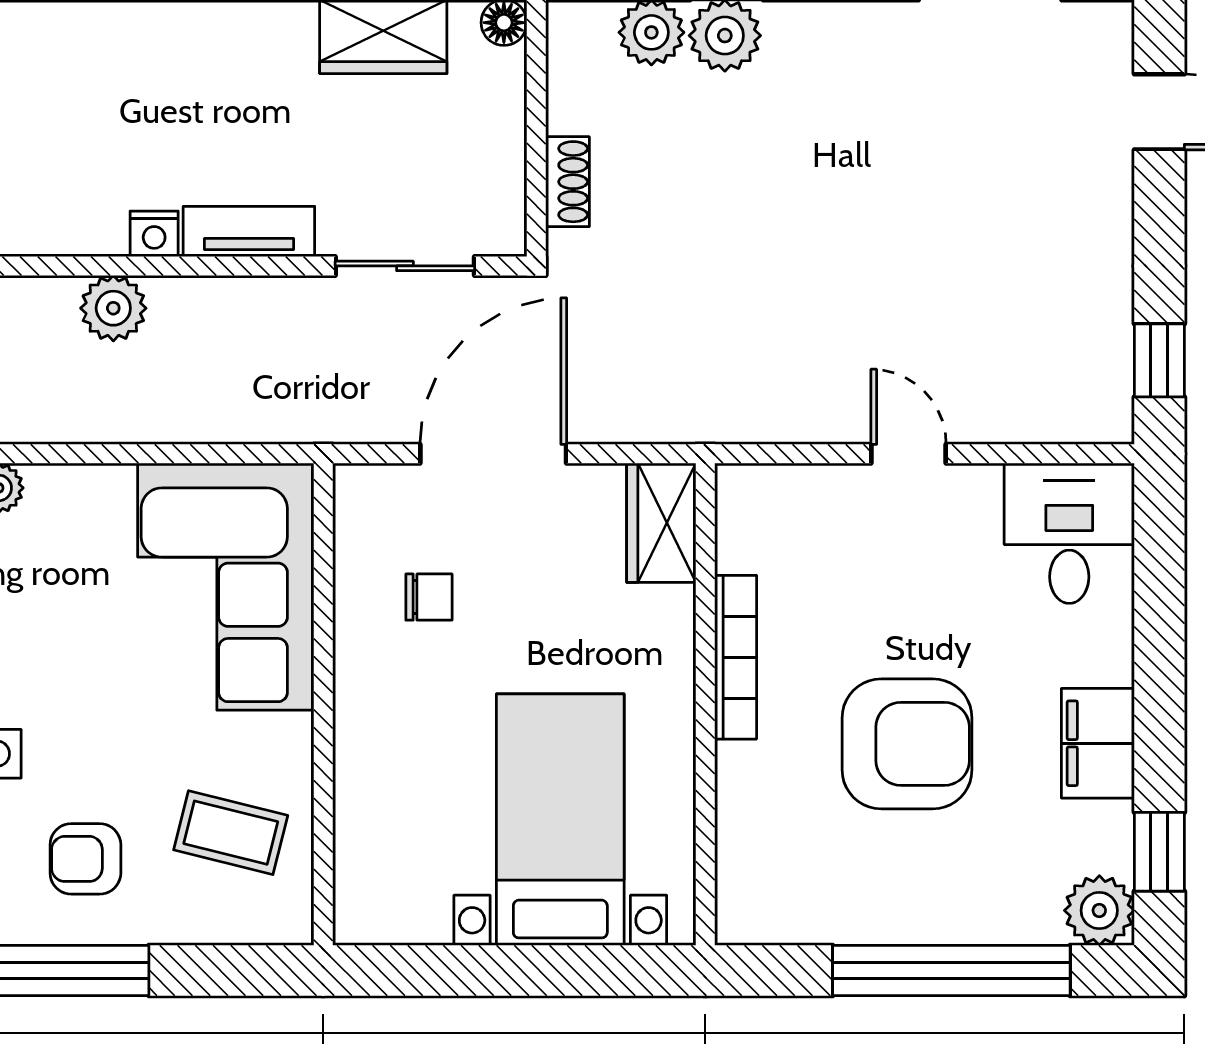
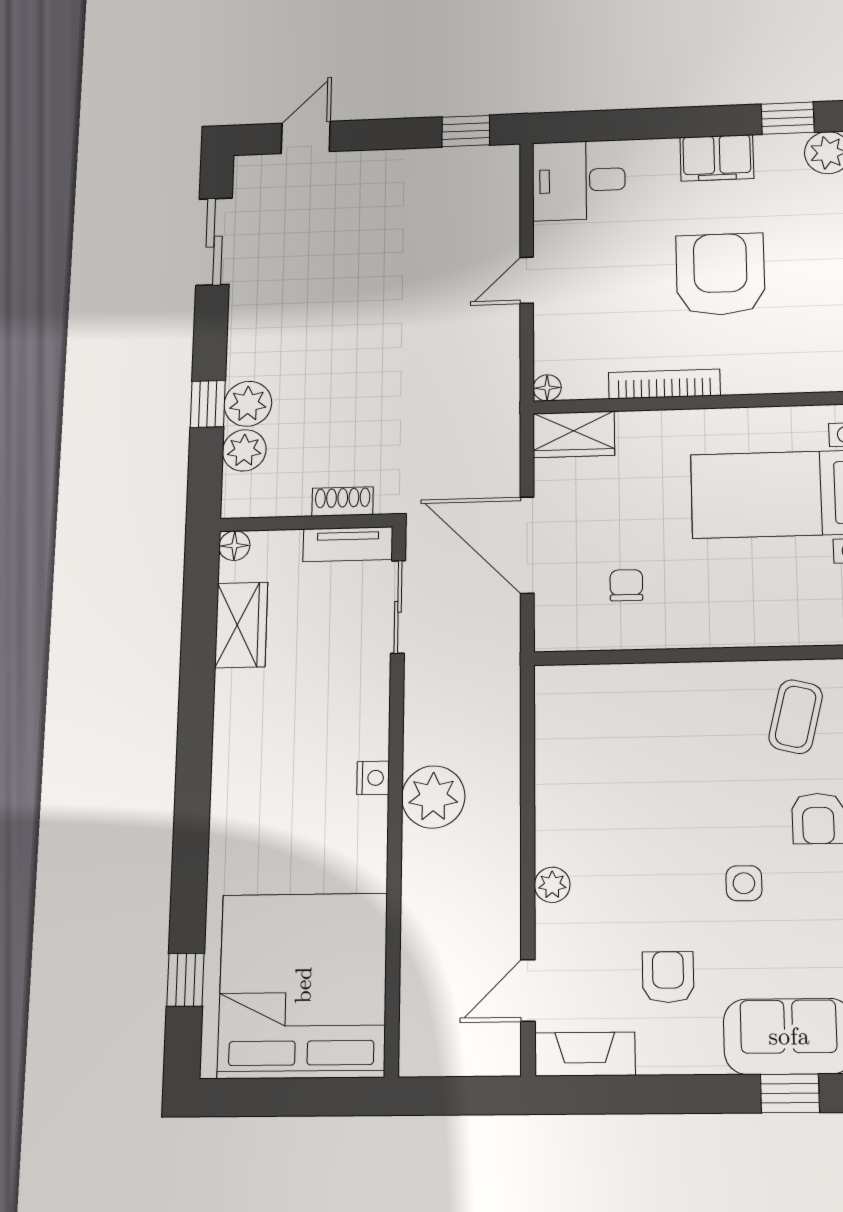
tv unit: (249, 231) -> (348, 544), moved, turned -90
plant: (113, 308) -> (433, 797), width x1.36, depth x1.36
floor lamp: (735, 484) -> (547, 388), added
corner sofa: (226, 587) -> (621, 724), removed

